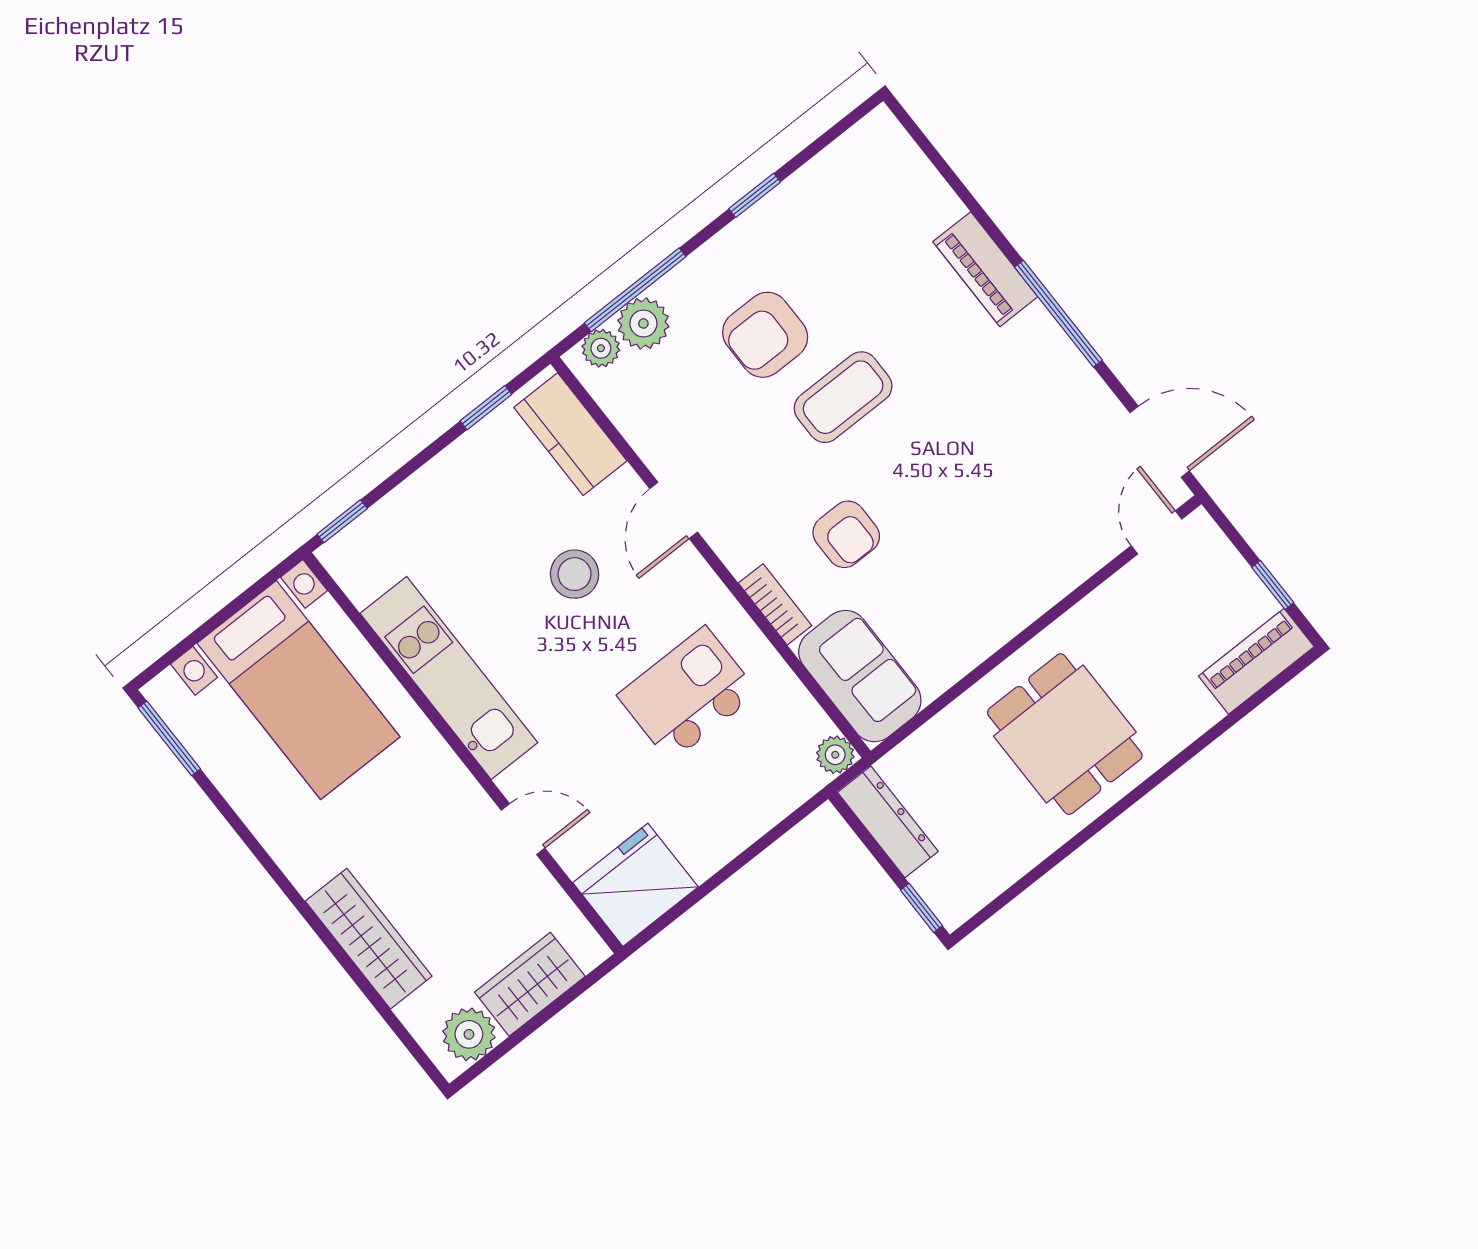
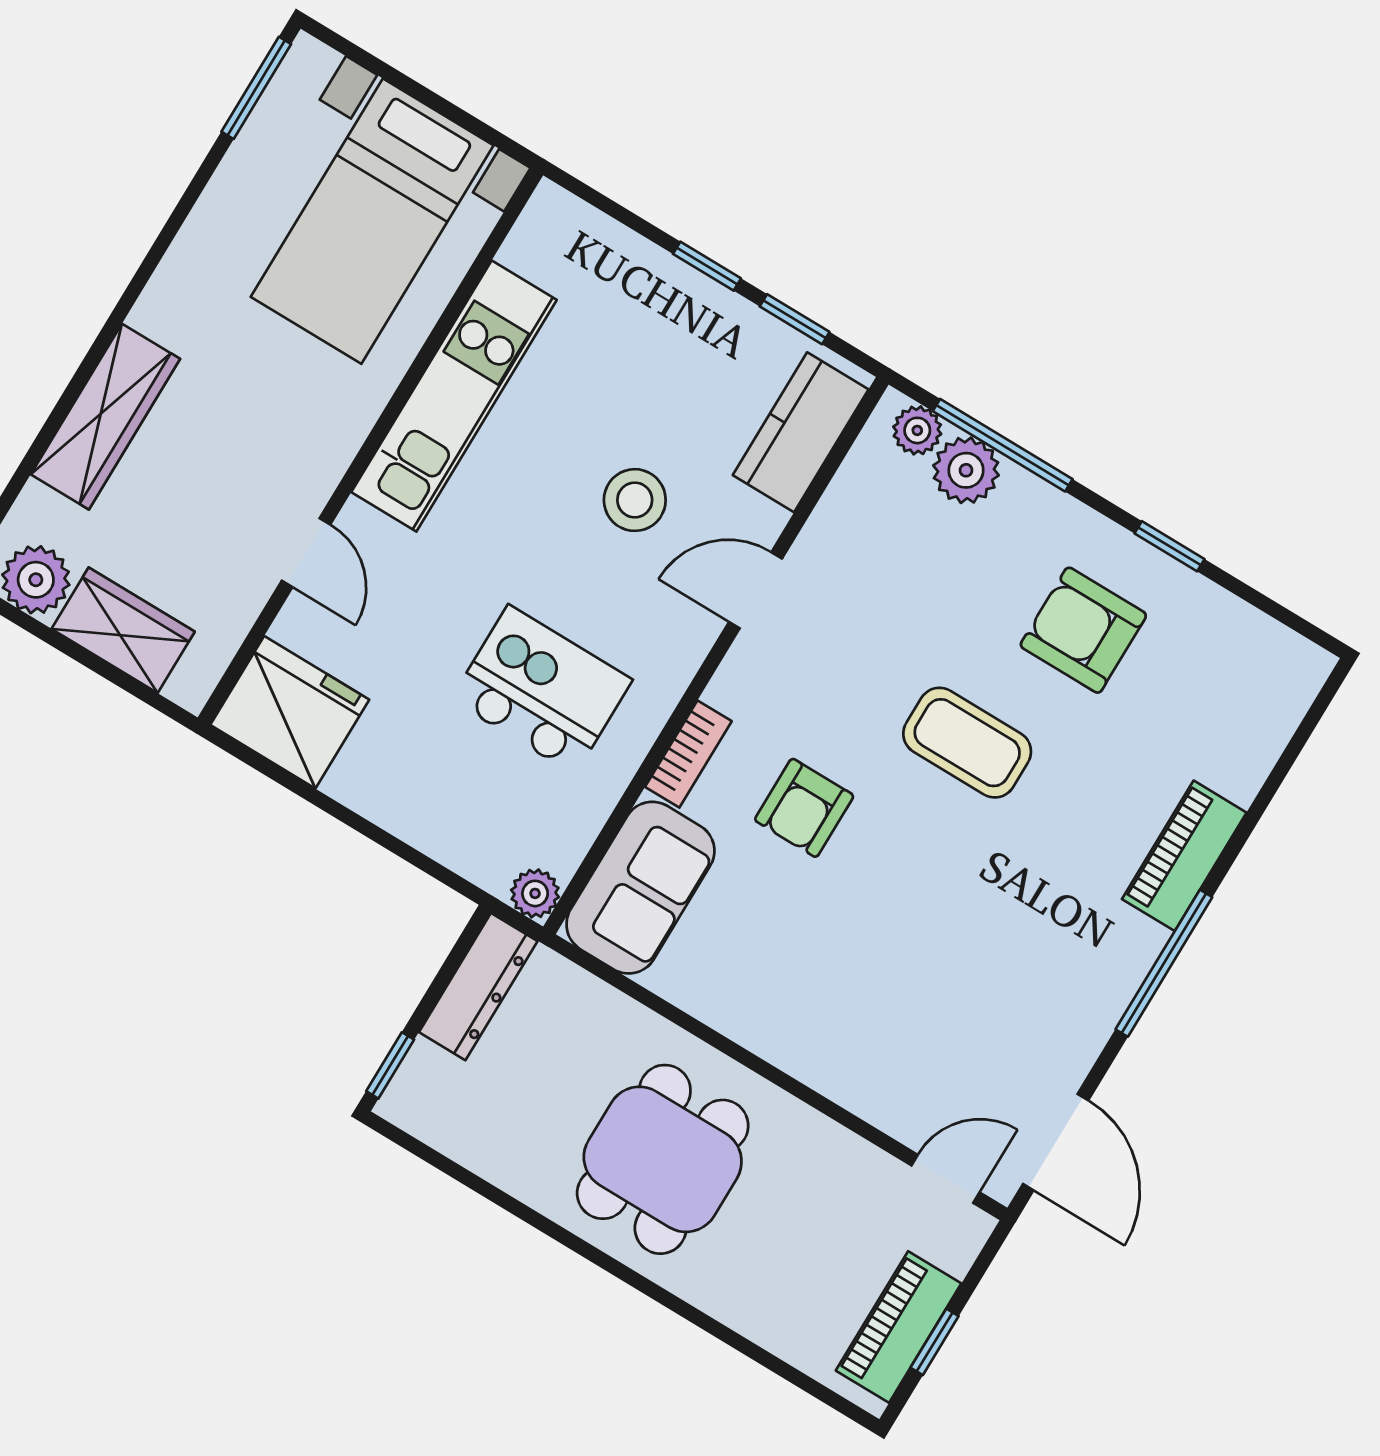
armchair: (765, 335) -> (1083, 630), moved
window: (342, 521) -> (707, 266), moved
piano: (1256, 661) -> (899, 1327), moved, turned -90

